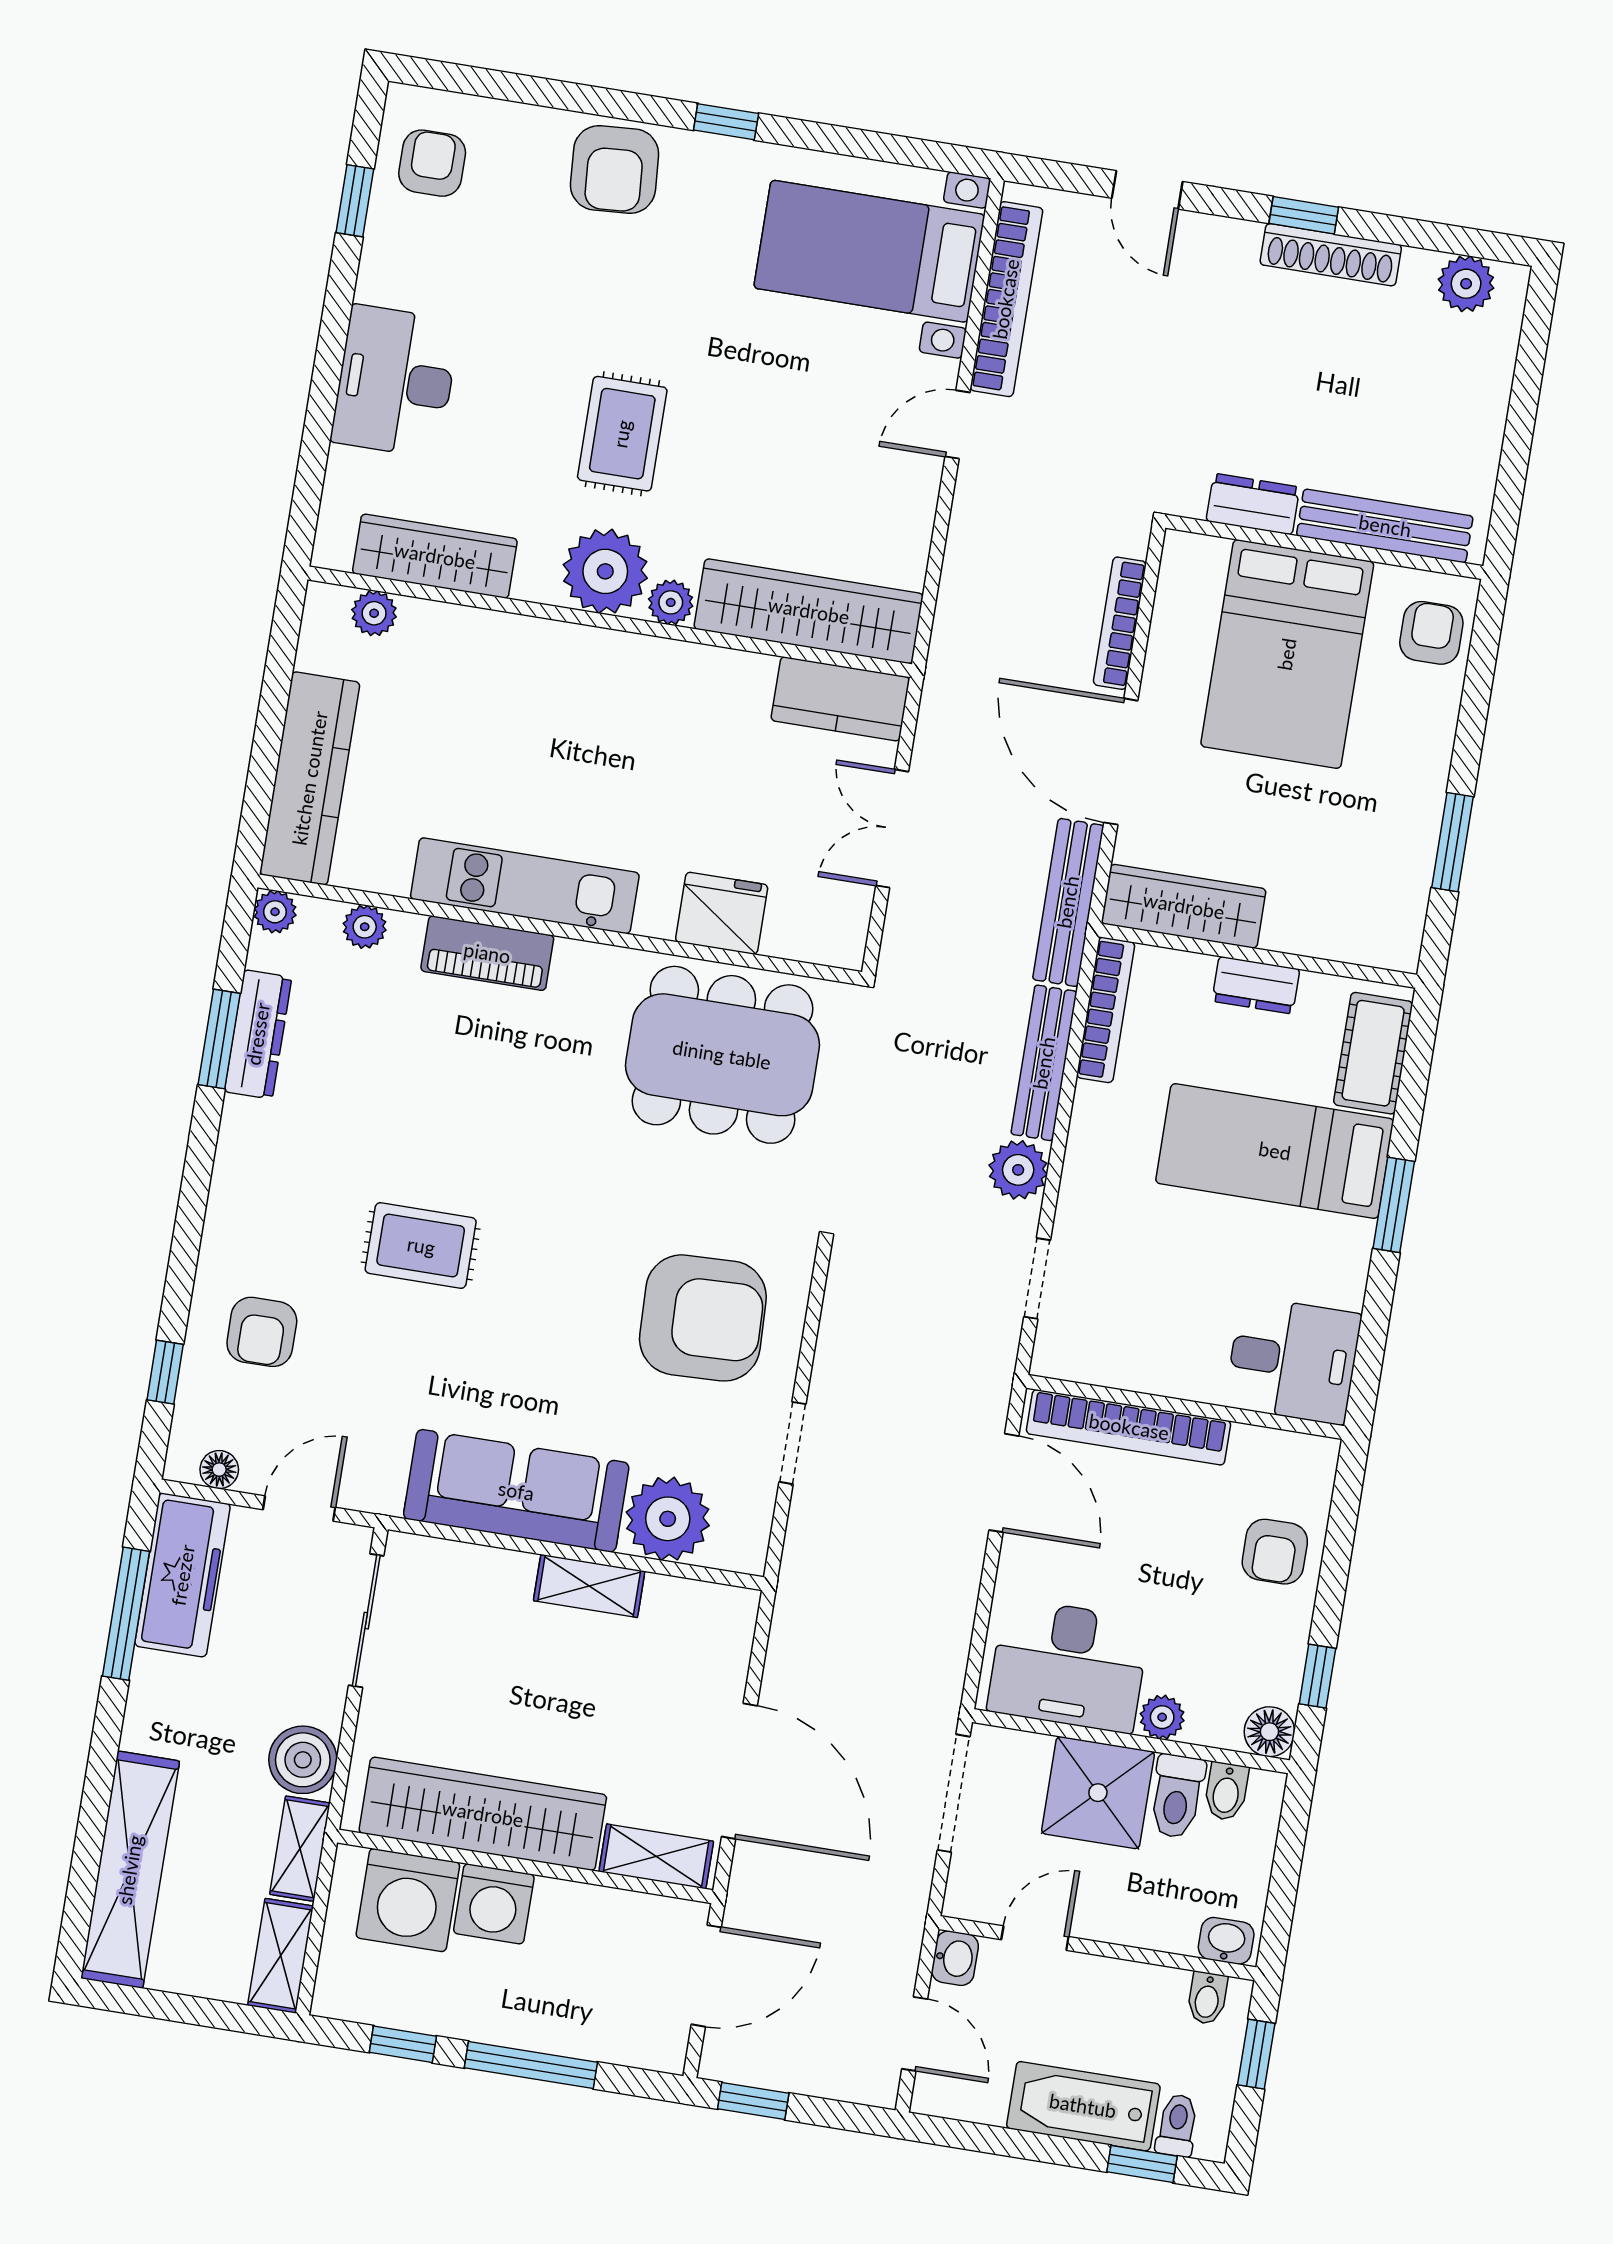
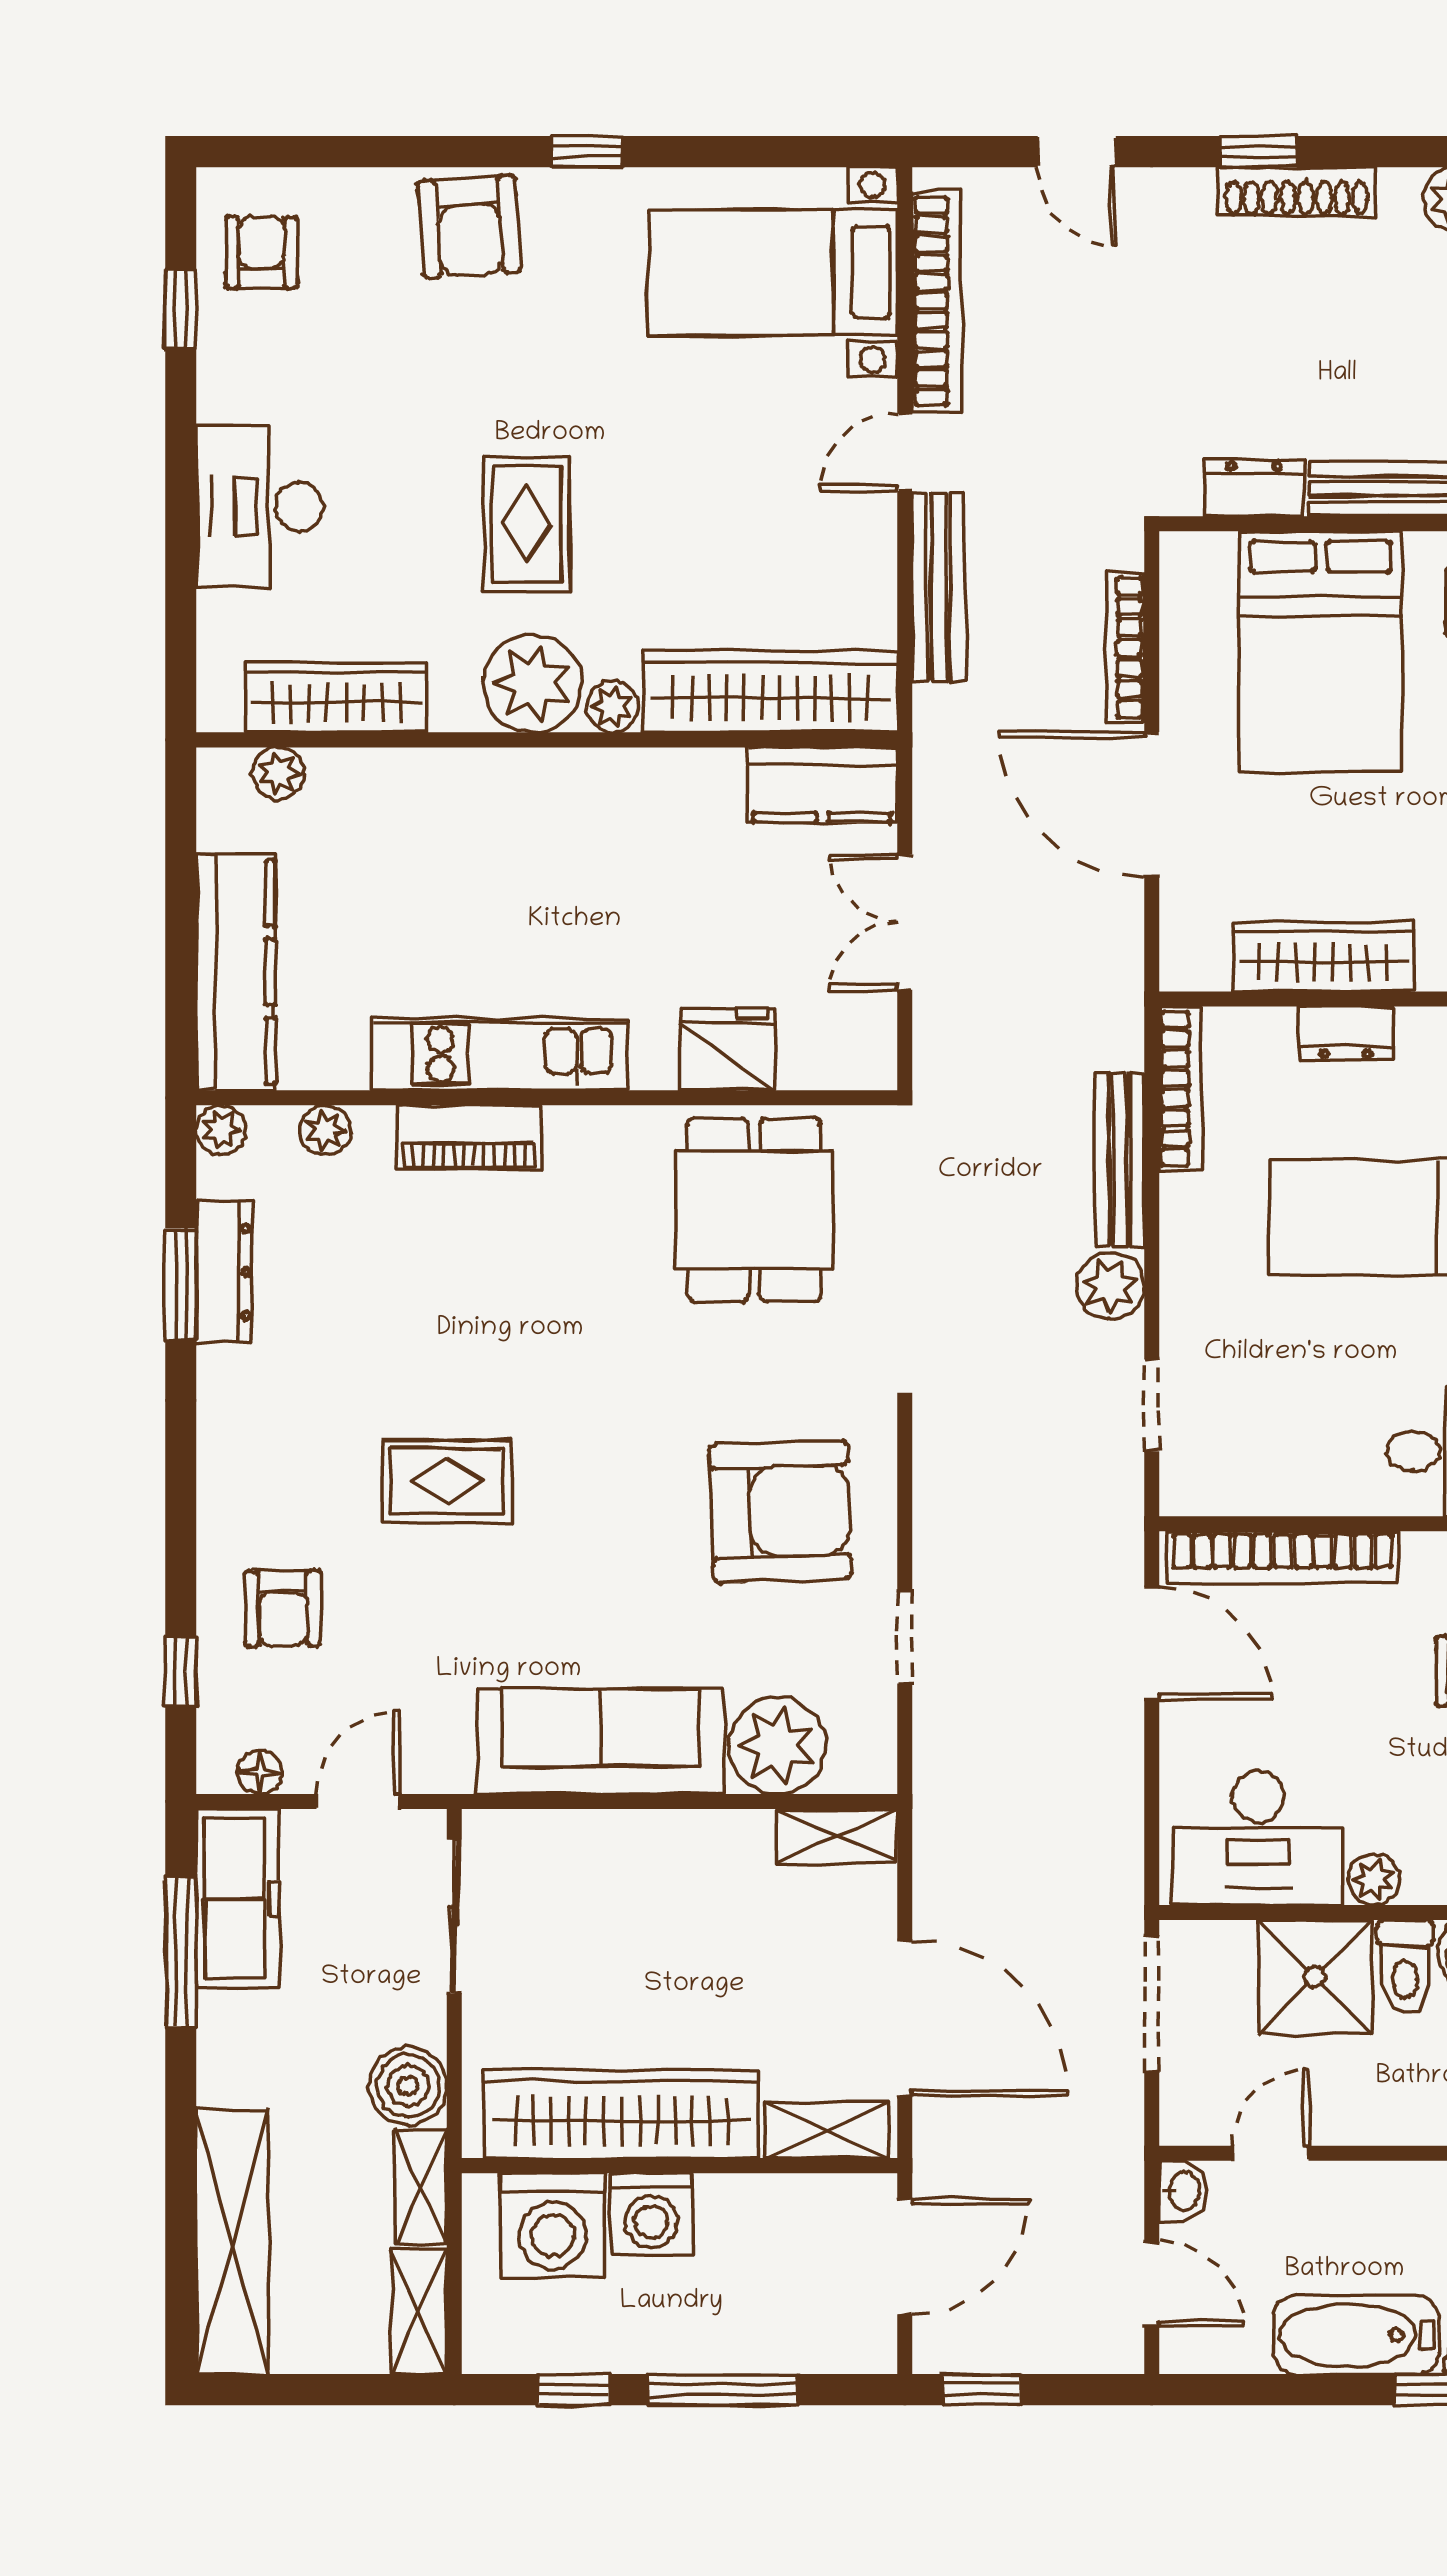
bench: (1068, 902) -> (939, 587), moved
wardrobe: (1184, 906) -> (1323, 957), moved
dining table: (722, 1055) -> (754, 1210), width x0.73
shelving: (589, 1586) -> (837, 1836), moved

